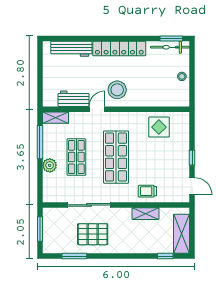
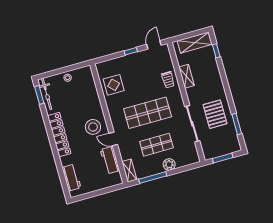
workbench: (71, 49) -> (71, 178), width x0.73

